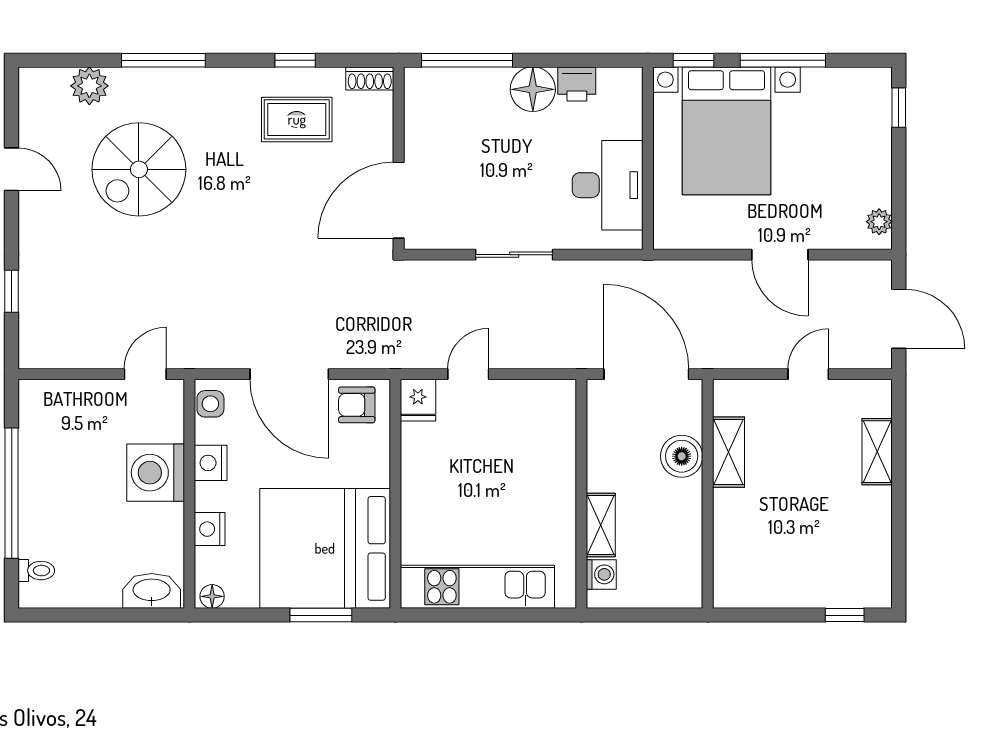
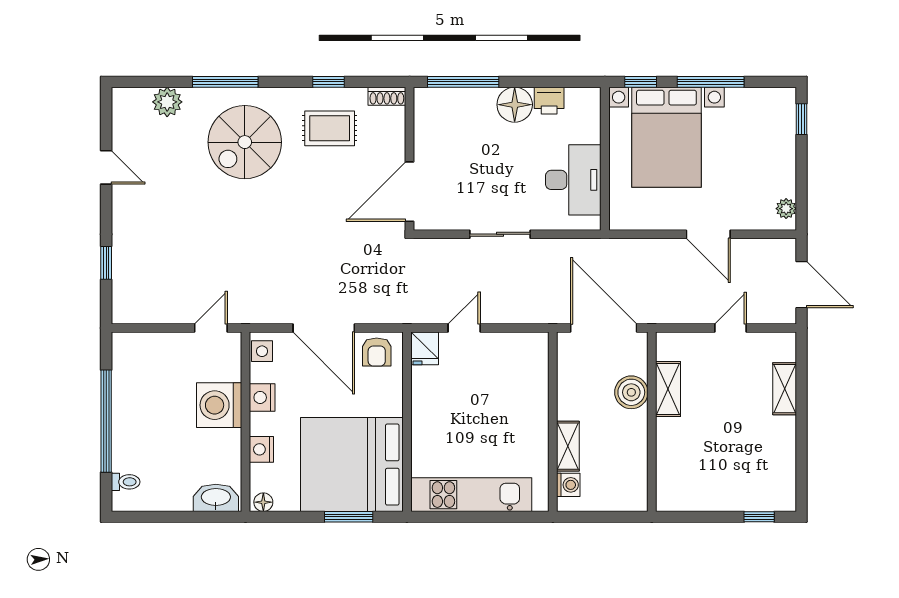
spiral stairs: (139, 169) -> (245, 142), moved
armchair: (357, 405) -> (377, 352), turned -90

